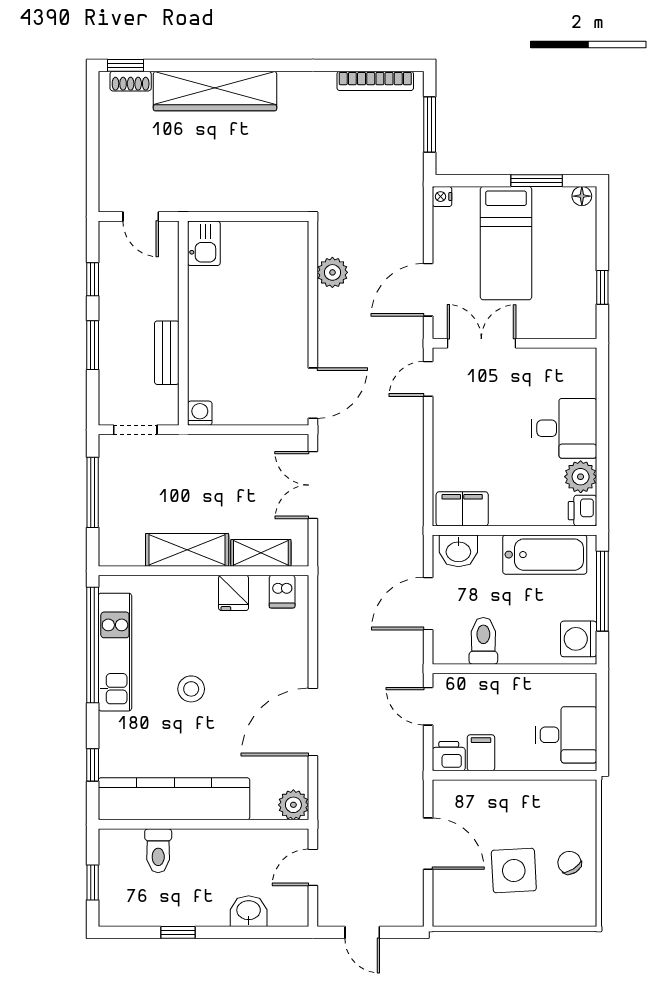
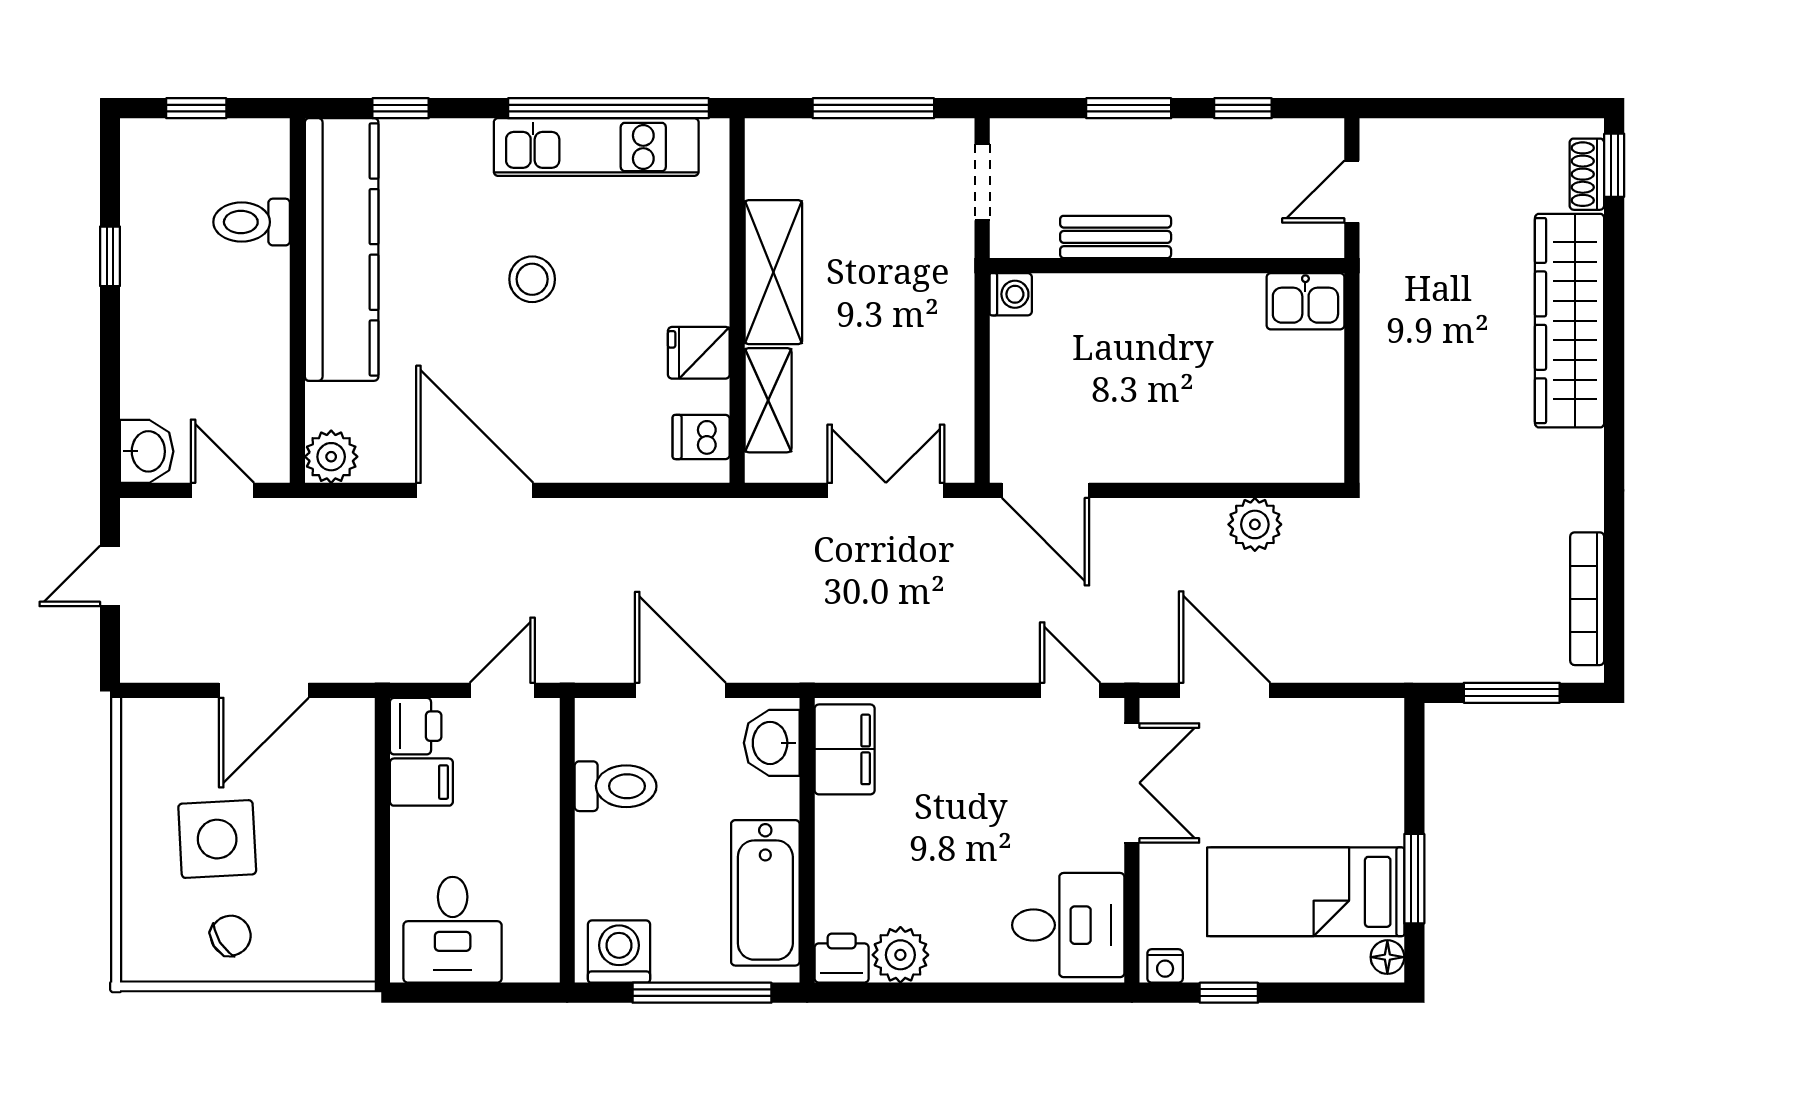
nightstand: (442, 197) -> (1165, 966), moved, turned 180
bed: (506, 243) -> (1306, 892), moved
desk: (564, 428) -> (1068, 925), moved, turned -90
washbasin: (249, 911) -> (147, 451), moved

